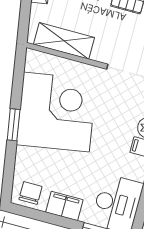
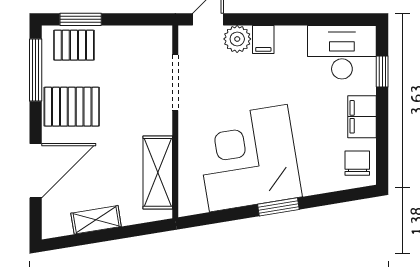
chair: (30, 193) -> (357, 163), turned 90

